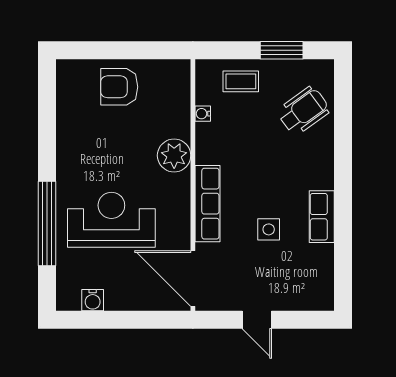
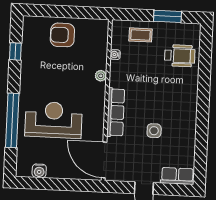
wheelchair: (303, 111) -> (180, 56), turned 36
window: (47, 116) -> (15, 51), added
plant: (174, 155) -> (101, 76), width x0.53, depth x0.53
row of seats: (322, 217) -> (177, 176), moved, turned 90

